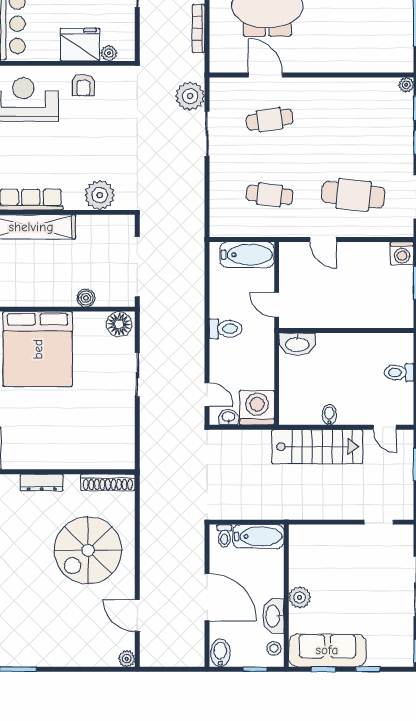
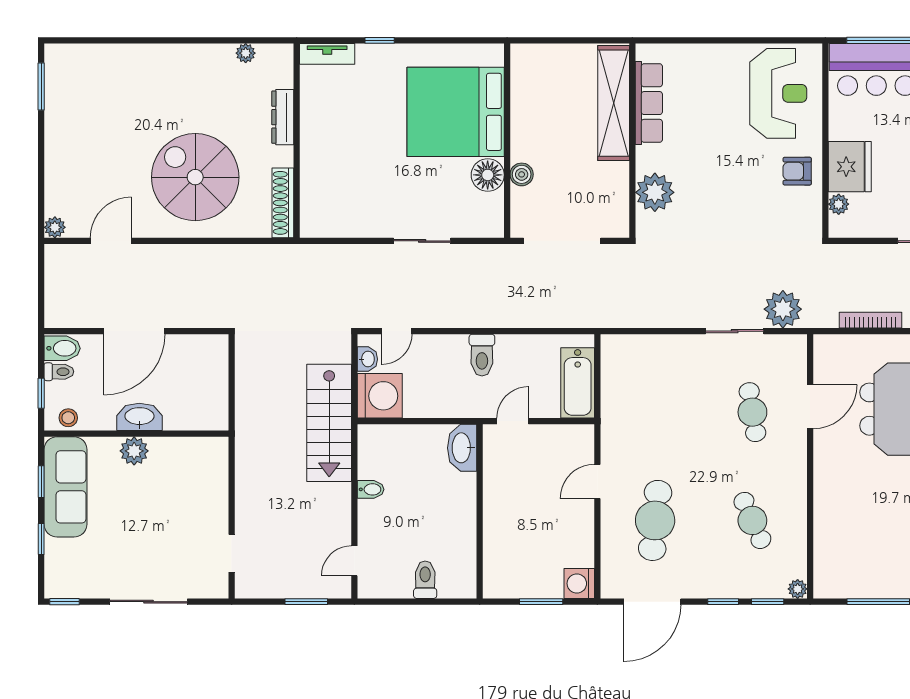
cafe table: (270, 195) -> (752, 520), moved, turned -30
floor lamp: (119, 324) -> (488, 175), moved
stairs: (317, 447) -> (329, 423), moved
toilet: (224, 536) -> (59, 372), moved, turned 180
bathtub: (258, 536) -> (213, 398), removed
washbasin: (273, 616) -> (139, 417), moved

